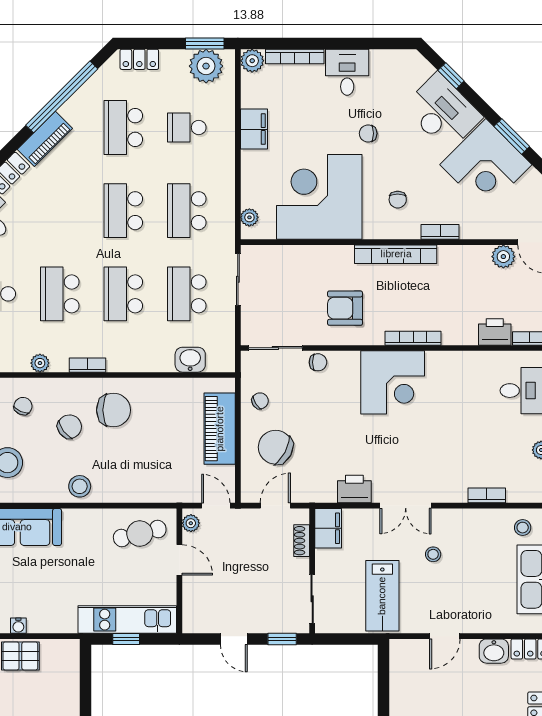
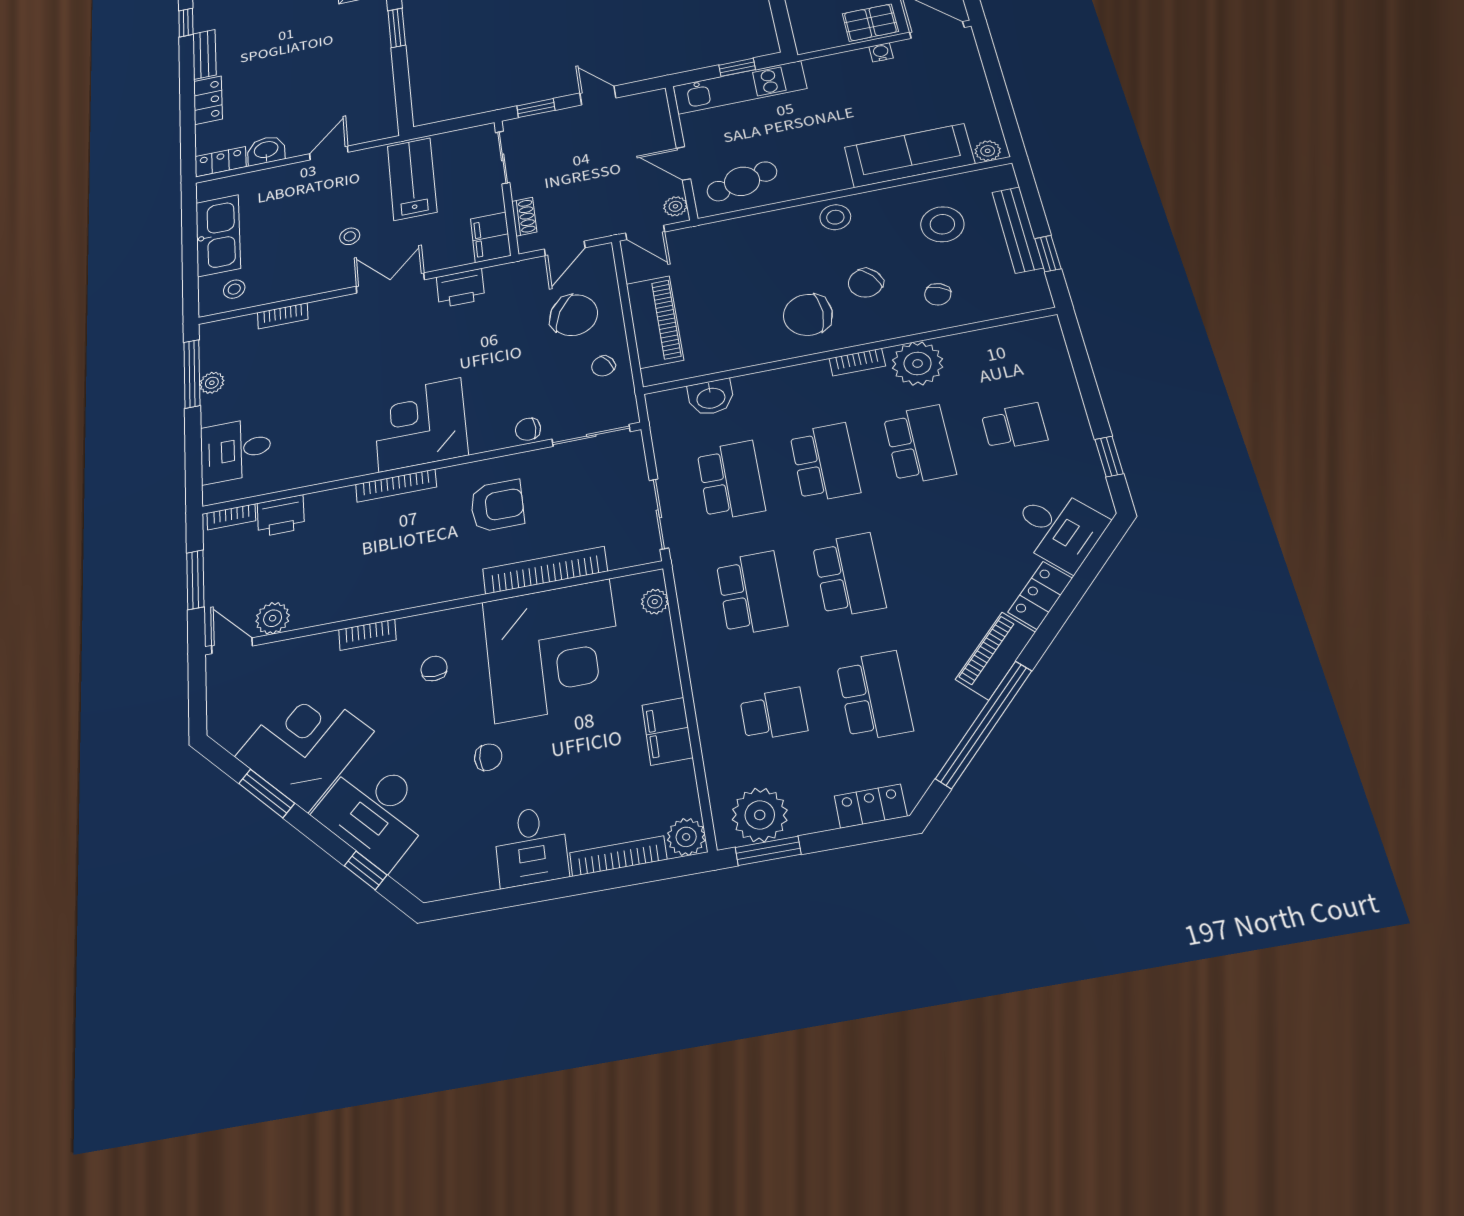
bookcase: (396, 254) -> (545, 570), moved
plant: (40, 363) -> (918, 363), width x1.88, depth x1.88

